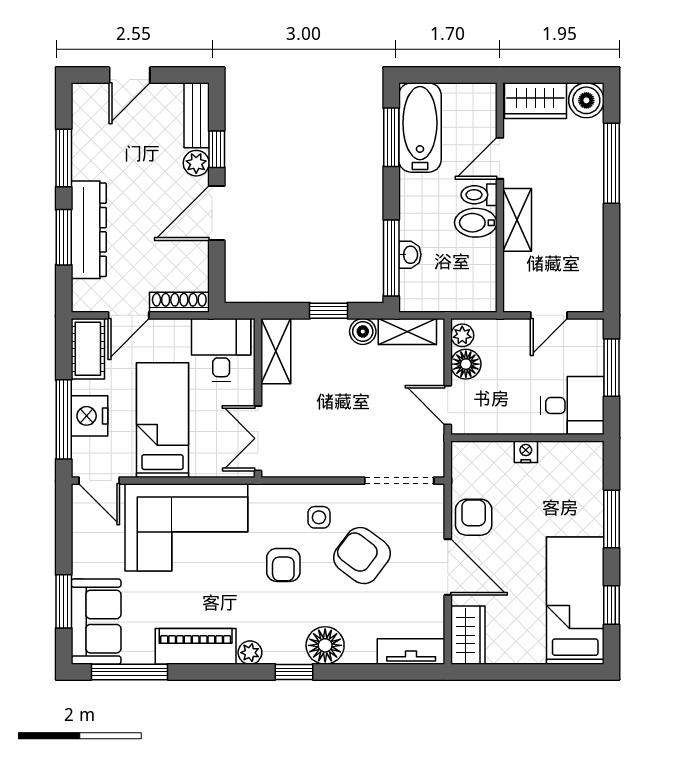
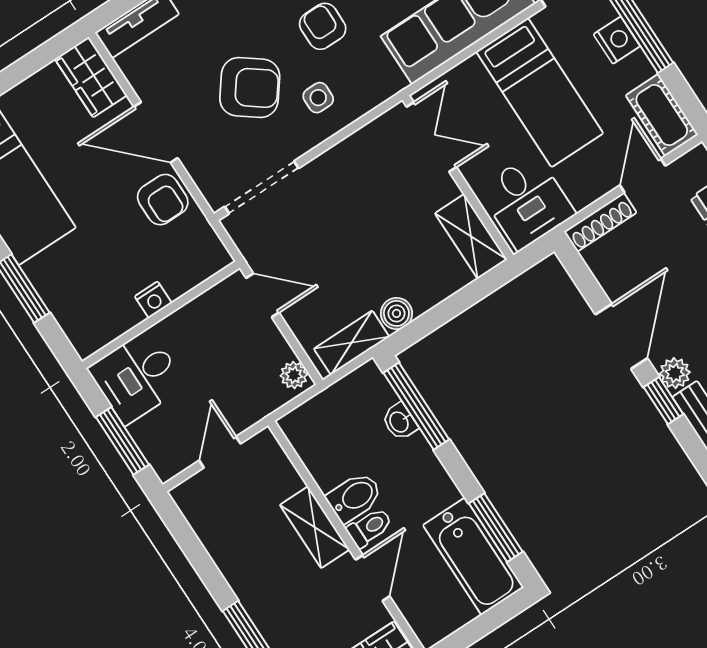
window: (329, 311) -> (445, 312), removed
floor lamp: (466, 364) -> (271, 348), removed
nightstand: (89, 416) -> (617, 40), width x0.74, depth x0.75

